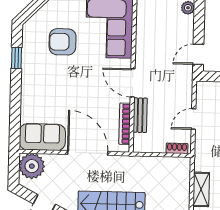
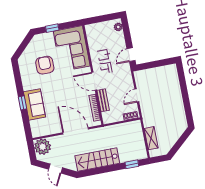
armchair: (63, 42) -> (45, 65), turned 90
window: (17, 58) -> (22, 103), moved
sofa: (42, 137) -> (35, 104), moved, turned 90

